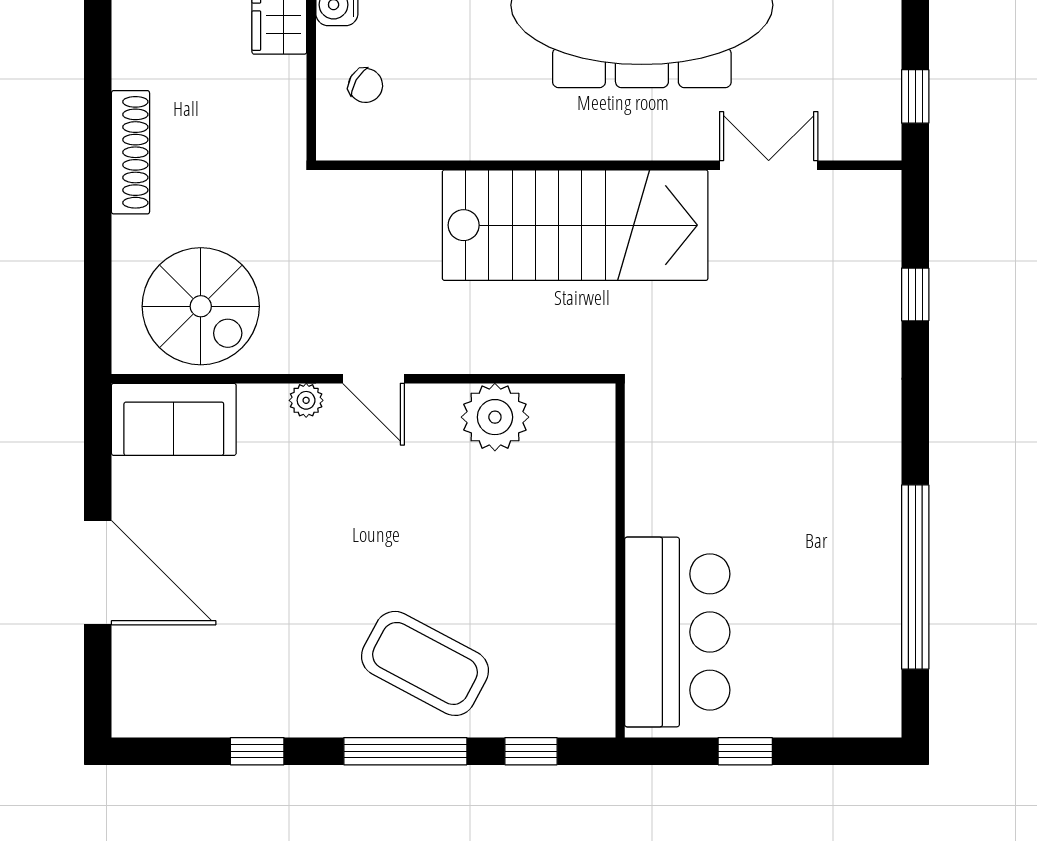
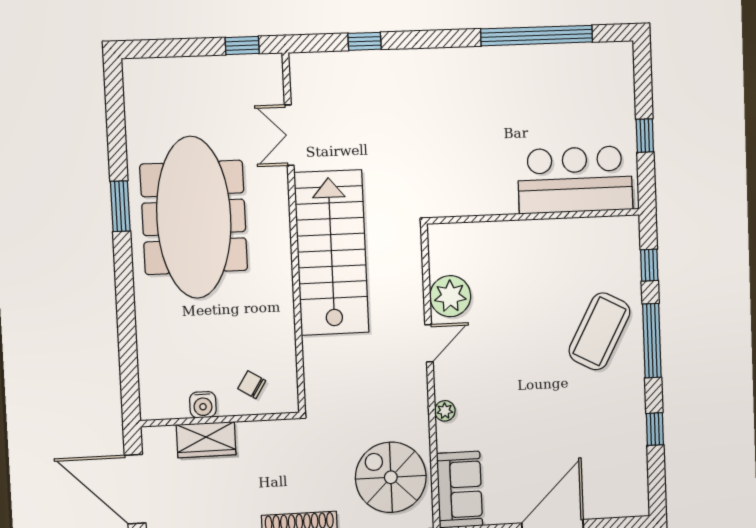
chair: (366, 85) -> (252, 385), turned -88
spiral stairs: (201, 306) -> (391, 477), turned -90
door: (373, 379) -> (429, 343), moved

